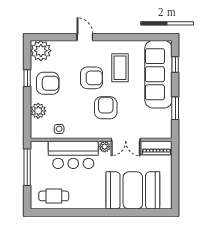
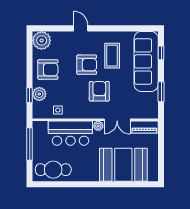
window: (27, 78) -> (30, 95), moved
cafe table: (54, 196) -> (53, 170), width x1.37, depth x1.35

